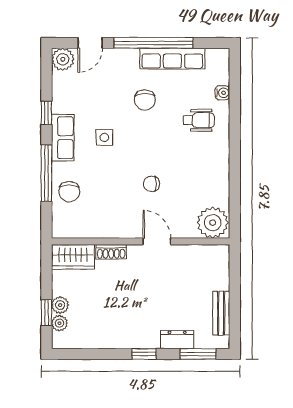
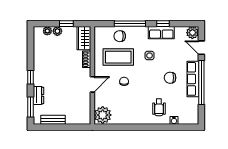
row of seats: (172, 59) -> (193, 79), moved
row of seats: (63, 138) -> (161, 33), moved
coffee table: (107, 194) -> (118, 57), added
window: (46, 313) -> (66, 24), moved

